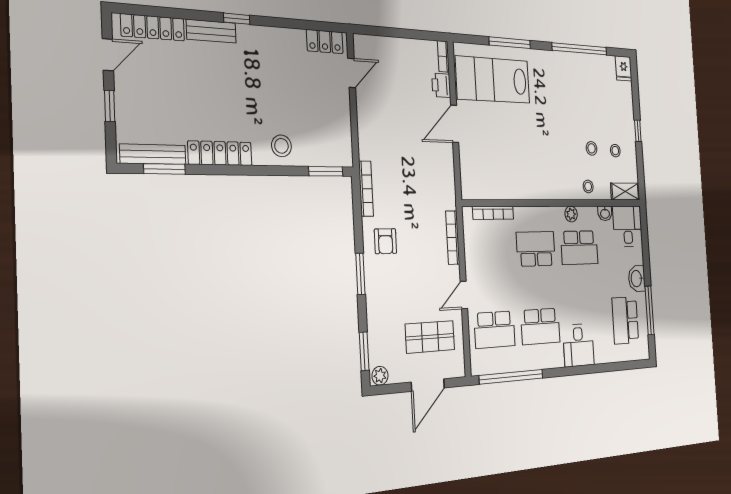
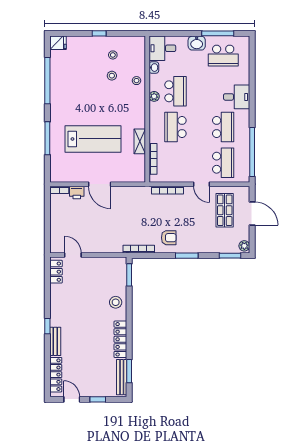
lab bench: (493, 80) -> (93, 139), moved, turned -90
shelving: (625, 192) -> (140, 141), moved

